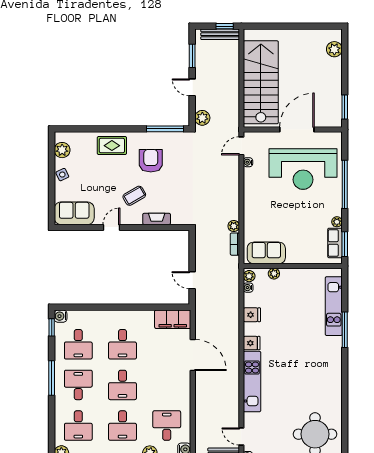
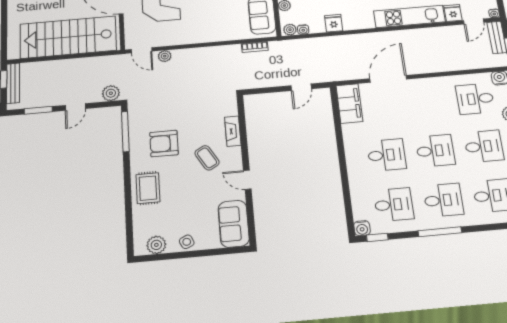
water cooler: (248, 162) -> (160, 42), removed
plant: (234, 226) -> (165, 56), moved
fridge: (252, 343) -> (453, 13), moved
desk: (78, 385) -> (443, 200), turned 180

